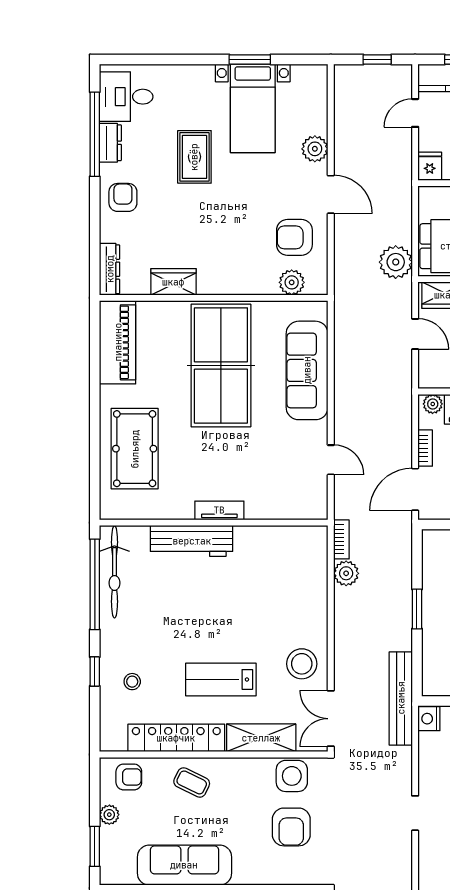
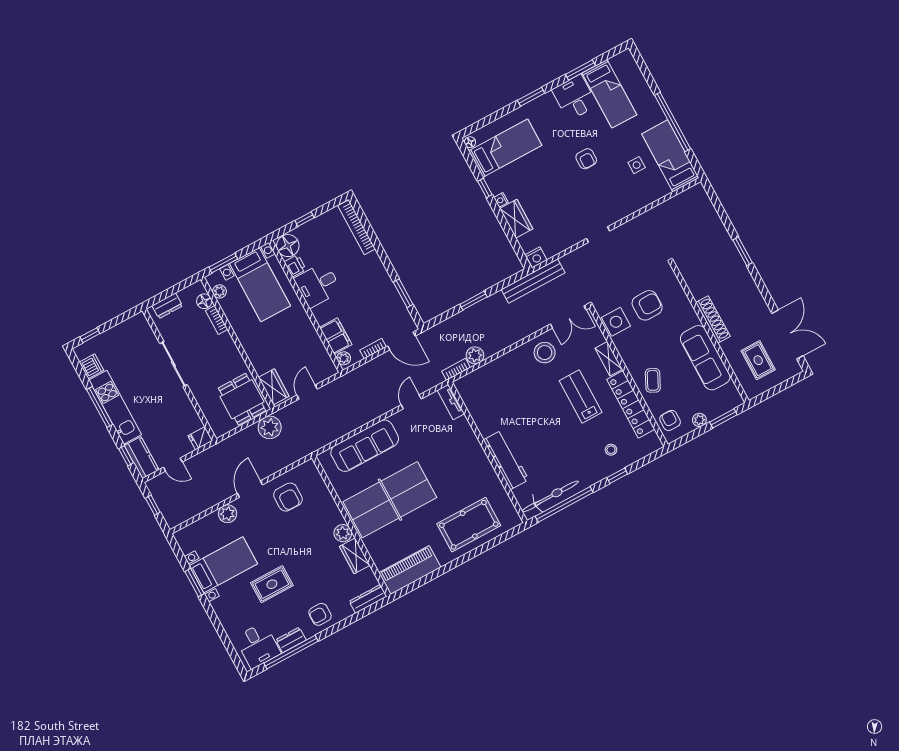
plant: (292, 282) -> (343, 533), moved
tv unit: (219, 510) -> (451, 402), moved
lab bench: (221, 679) -> (581, 397), turned 180
shelving: (261, 738) -> (609, 359), width x0.67, depth x0.75

